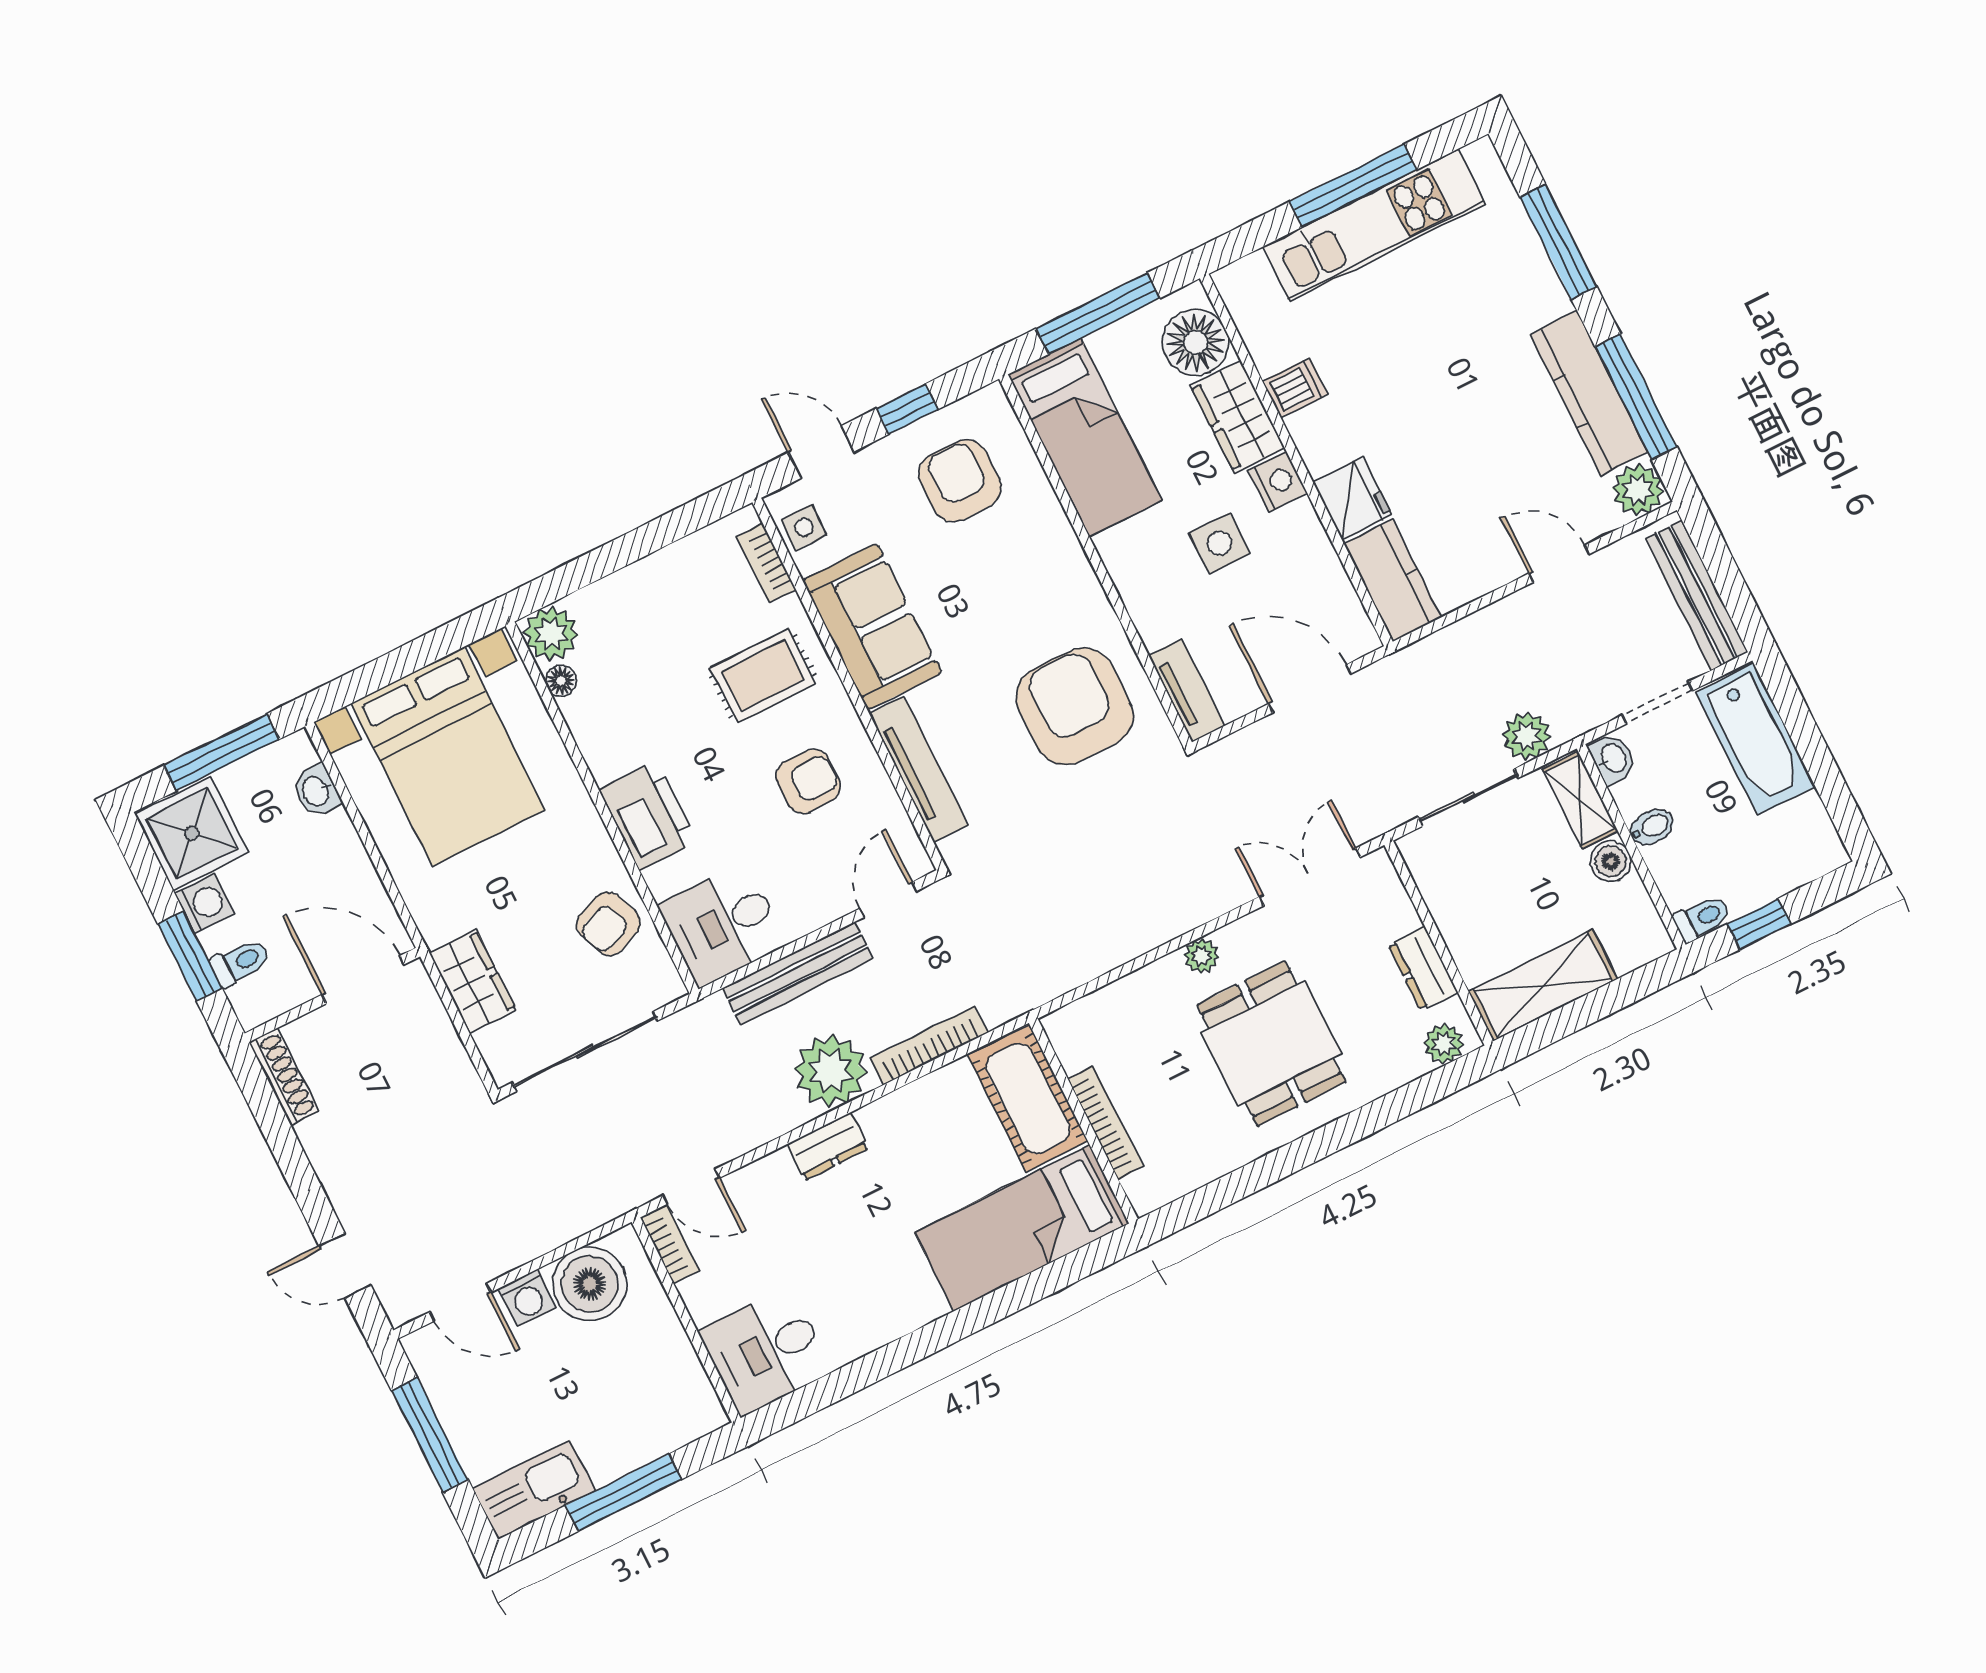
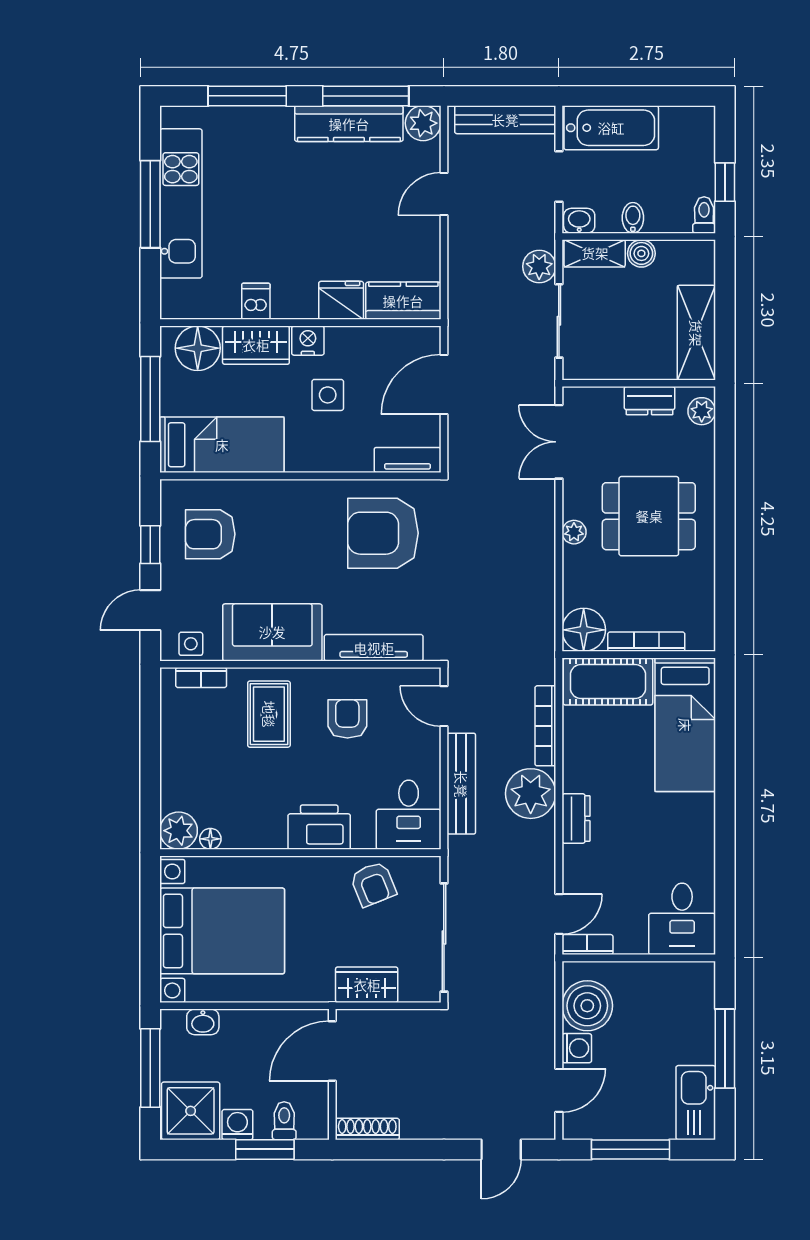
floor lamp: (1080, 1033) -> (584, 630), added

